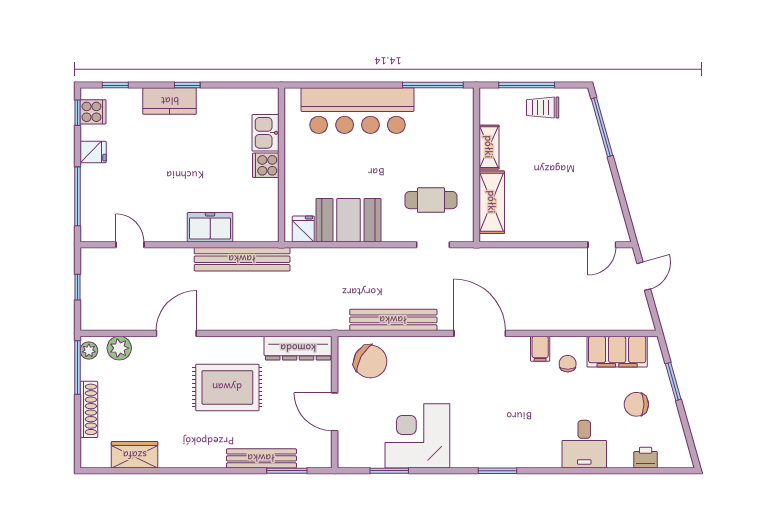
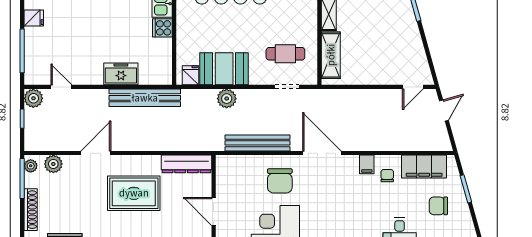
plant: (93, 260) -> (33, 98), added
plant: (352, 260) -> (227, 99), added
chair: (370, 361) -> (280, 181), moved, turned 60

